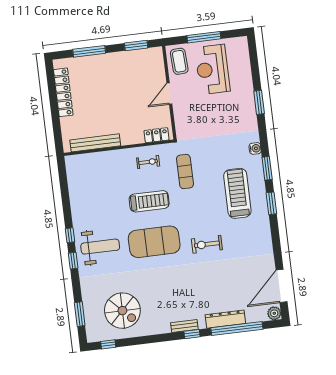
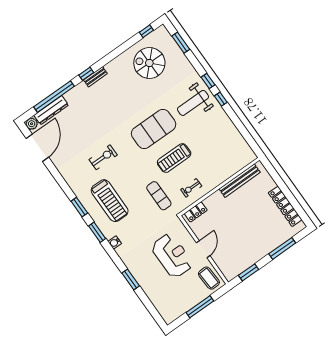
reception desk: (212, 69) -> (172, 256), moved
exercise bike: (207, 244) -> (103, 157), moved
dresser: (225, 319) -> (51, 110), moved

